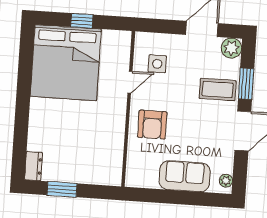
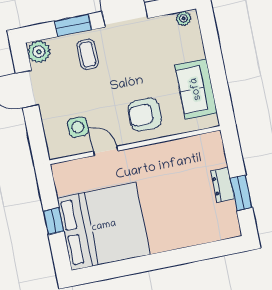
coffee table: (218, 89) -> (88, 54), width x0.73, depth x0.77
armchair: (152, 125) -> (145, 114), turned 180
dresser: (34, 166) -> (223, 185), moved, turned -90
sofa: (185, 176) -> (196, 89), moved

